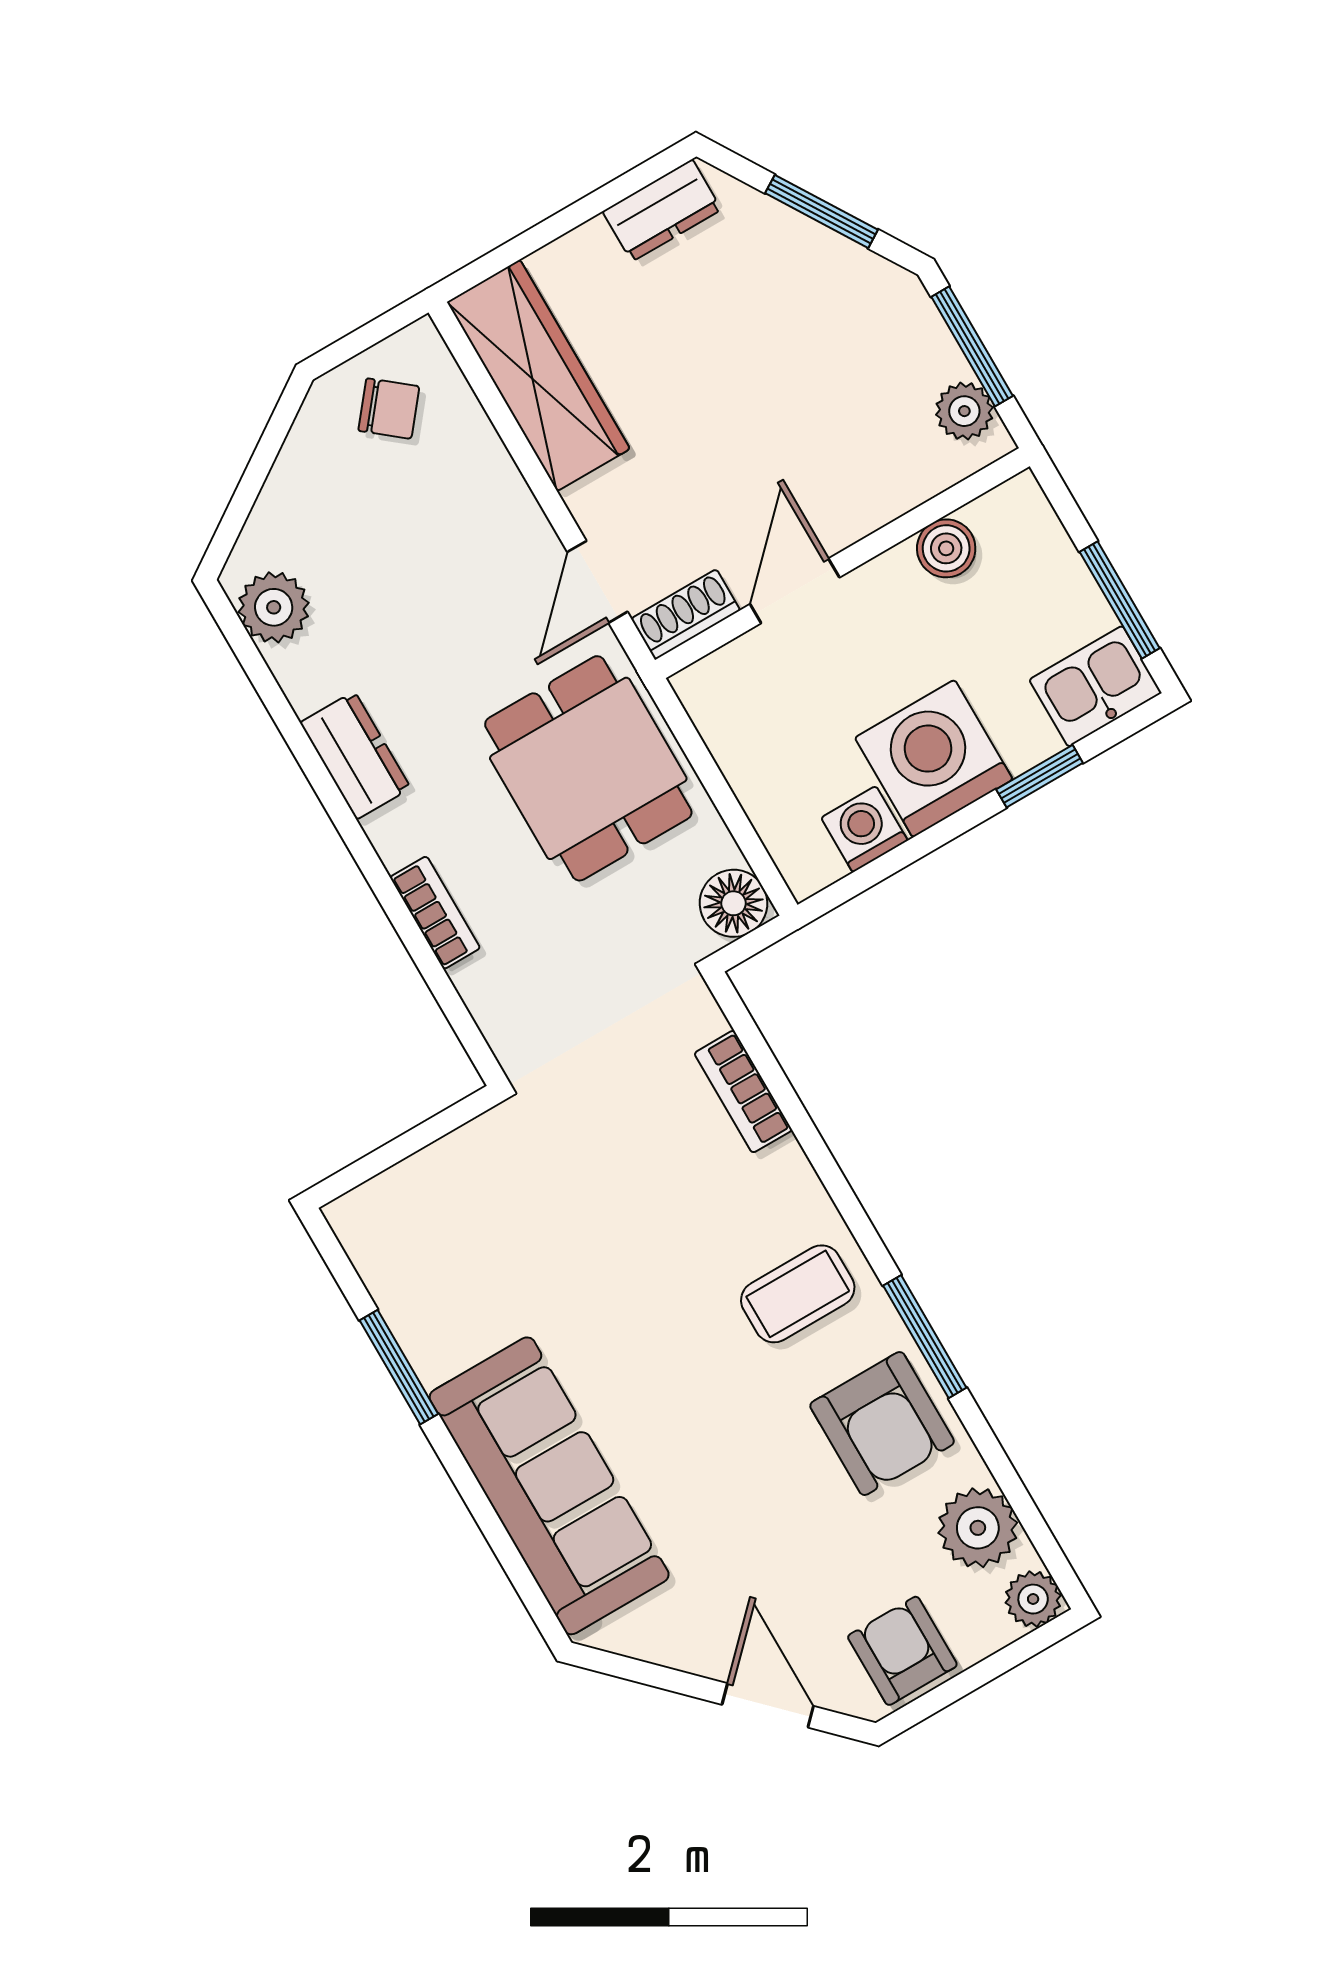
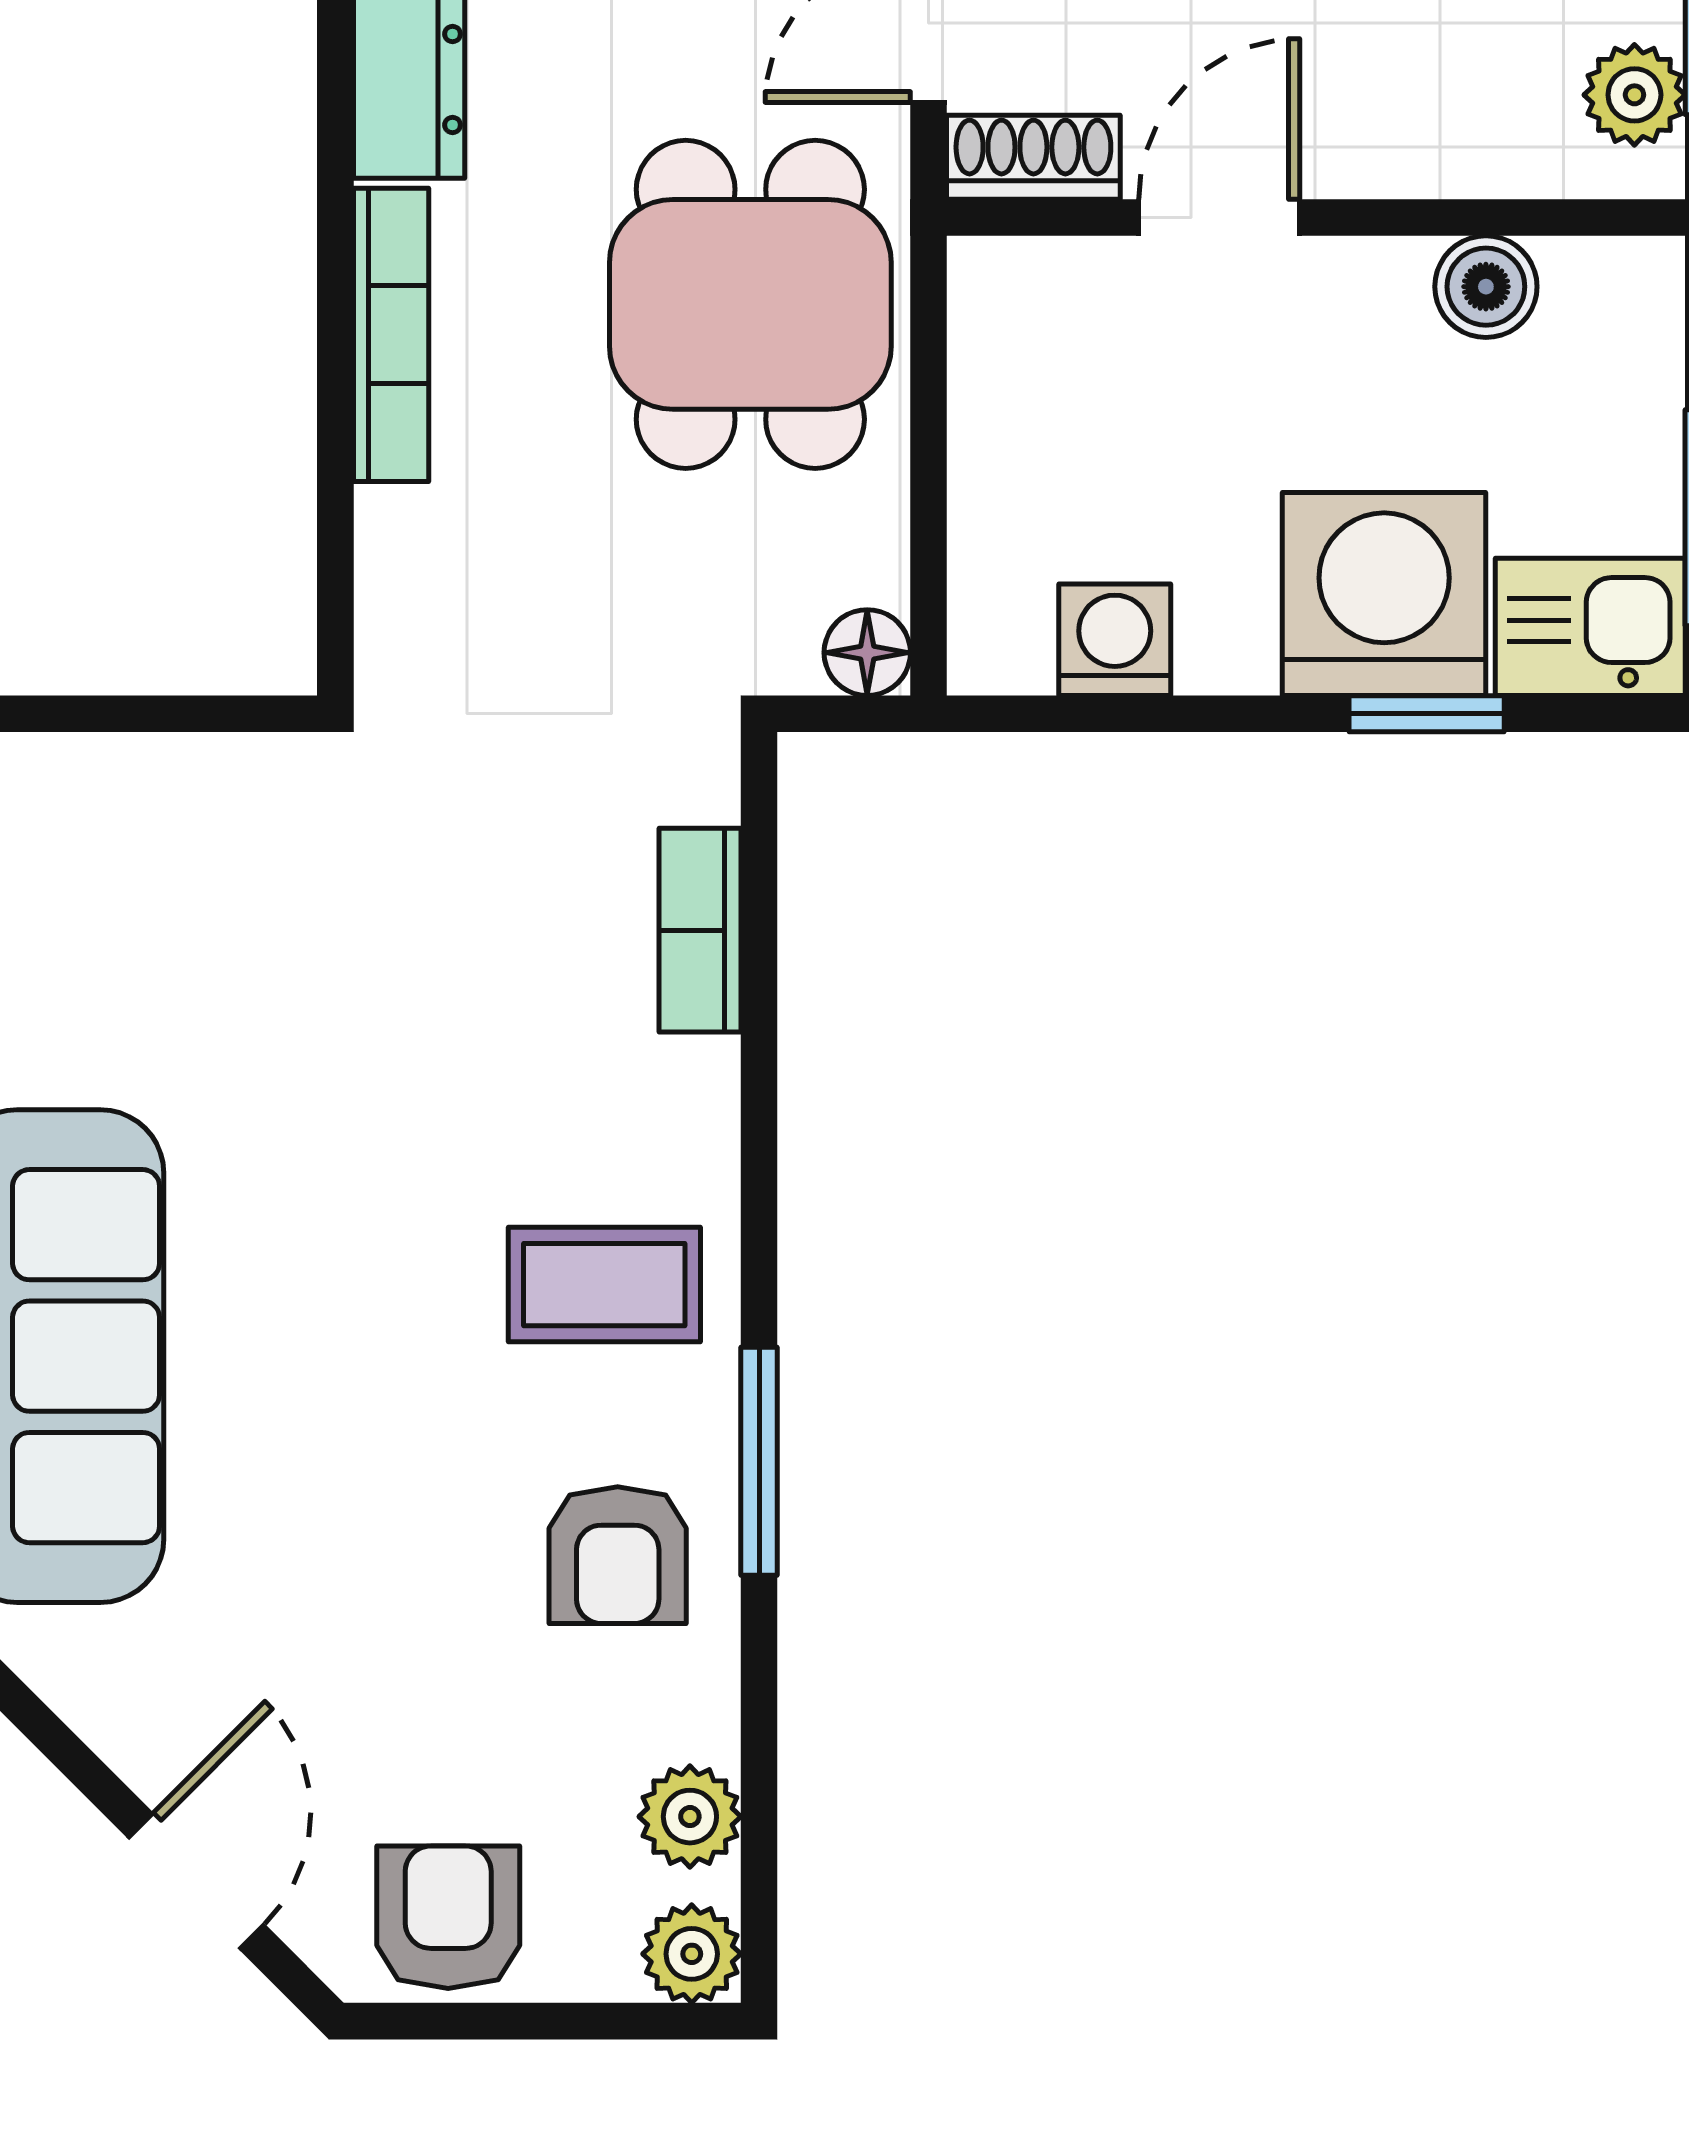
washing machine: (934, 759) -> (1384, 594), moved
floor lamp: (733, 903) -> (867, 653), width x0.73, depth x0.73
bookcase: (435, 913) -> (391, 335), width x1.56
armchair: (882, 1424) -> (618, 1555), width x0.72, depth x0.72
plant: (978, 1528) -> (690, 1817), width x0.73, depth x0.73

